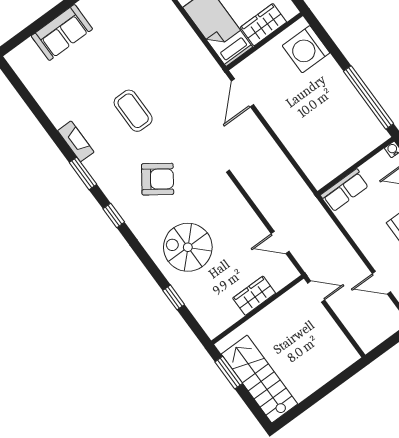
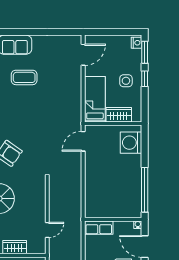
coffee table: (133, 111) -> (24, 77), moved, turned 90
door: (280, 242) -> (47, 230), swing flipped

